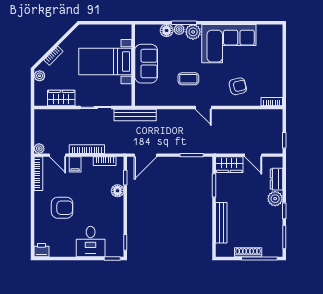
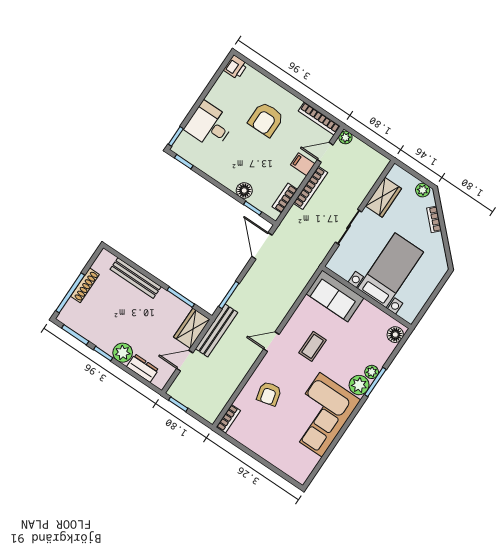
floor lamp: (167, 30) -> (395, 335), moved
sofa: (146, 64) -> (335, 296), moved
bench: (135, 115) -> (216, 331), moved

